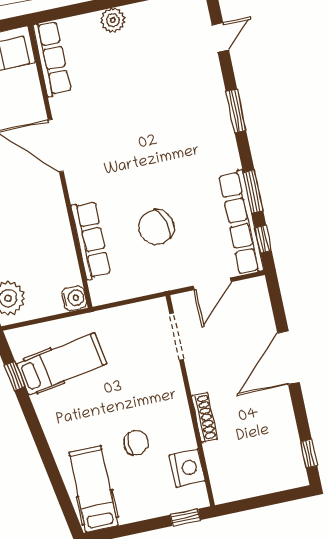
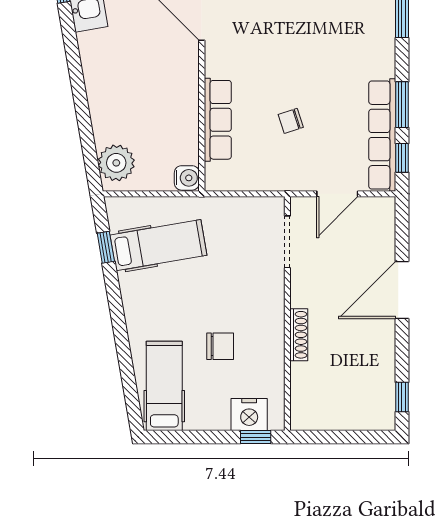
chair: (156, 227) -> (291, 121), width x0.54, depth x0.54
nightstand: (187, 468) -> (249, 415), moved, turned 90

